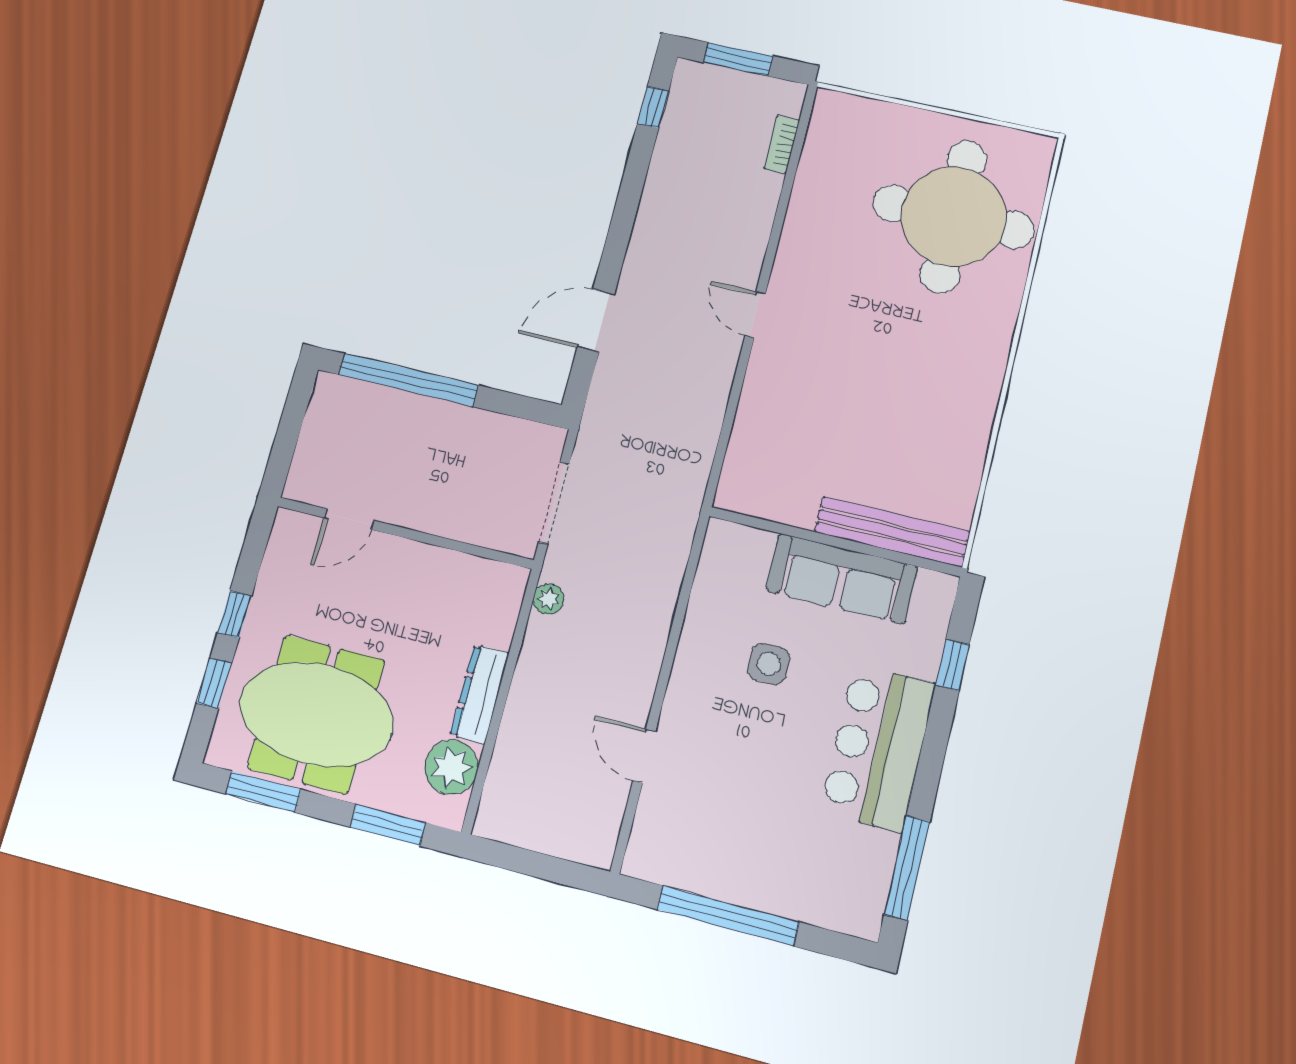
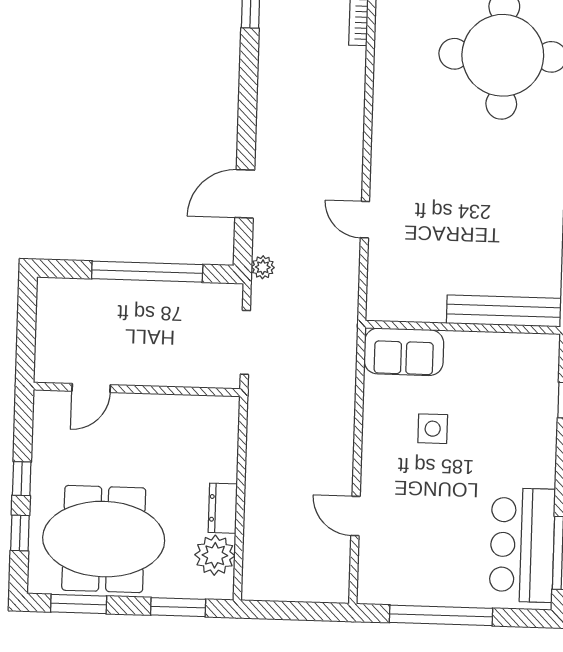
door: (755, 315) -> (365, 220), moved
window: (408, 380) -> (147, 272), moved
sofa: (842, 579) -> (404, 352), moved, width x0.73
plant: (549, 599) -> (263, 267), moved
dresser: (480, 694) -> (223, 508), width x0.70
bar counter: (878, 747) -> (522, 545), moved

